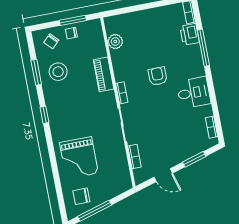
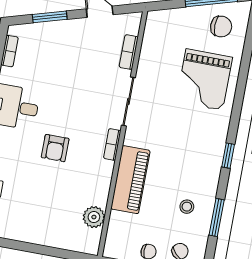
stool: (58, 72) -> (187, 207), width x0.53, depth x0.53
piano: (104, 74) -> (130, 180), width x1.37, depth x1.33
grand piano: (79, 158) -> (204, 80), turned 180

